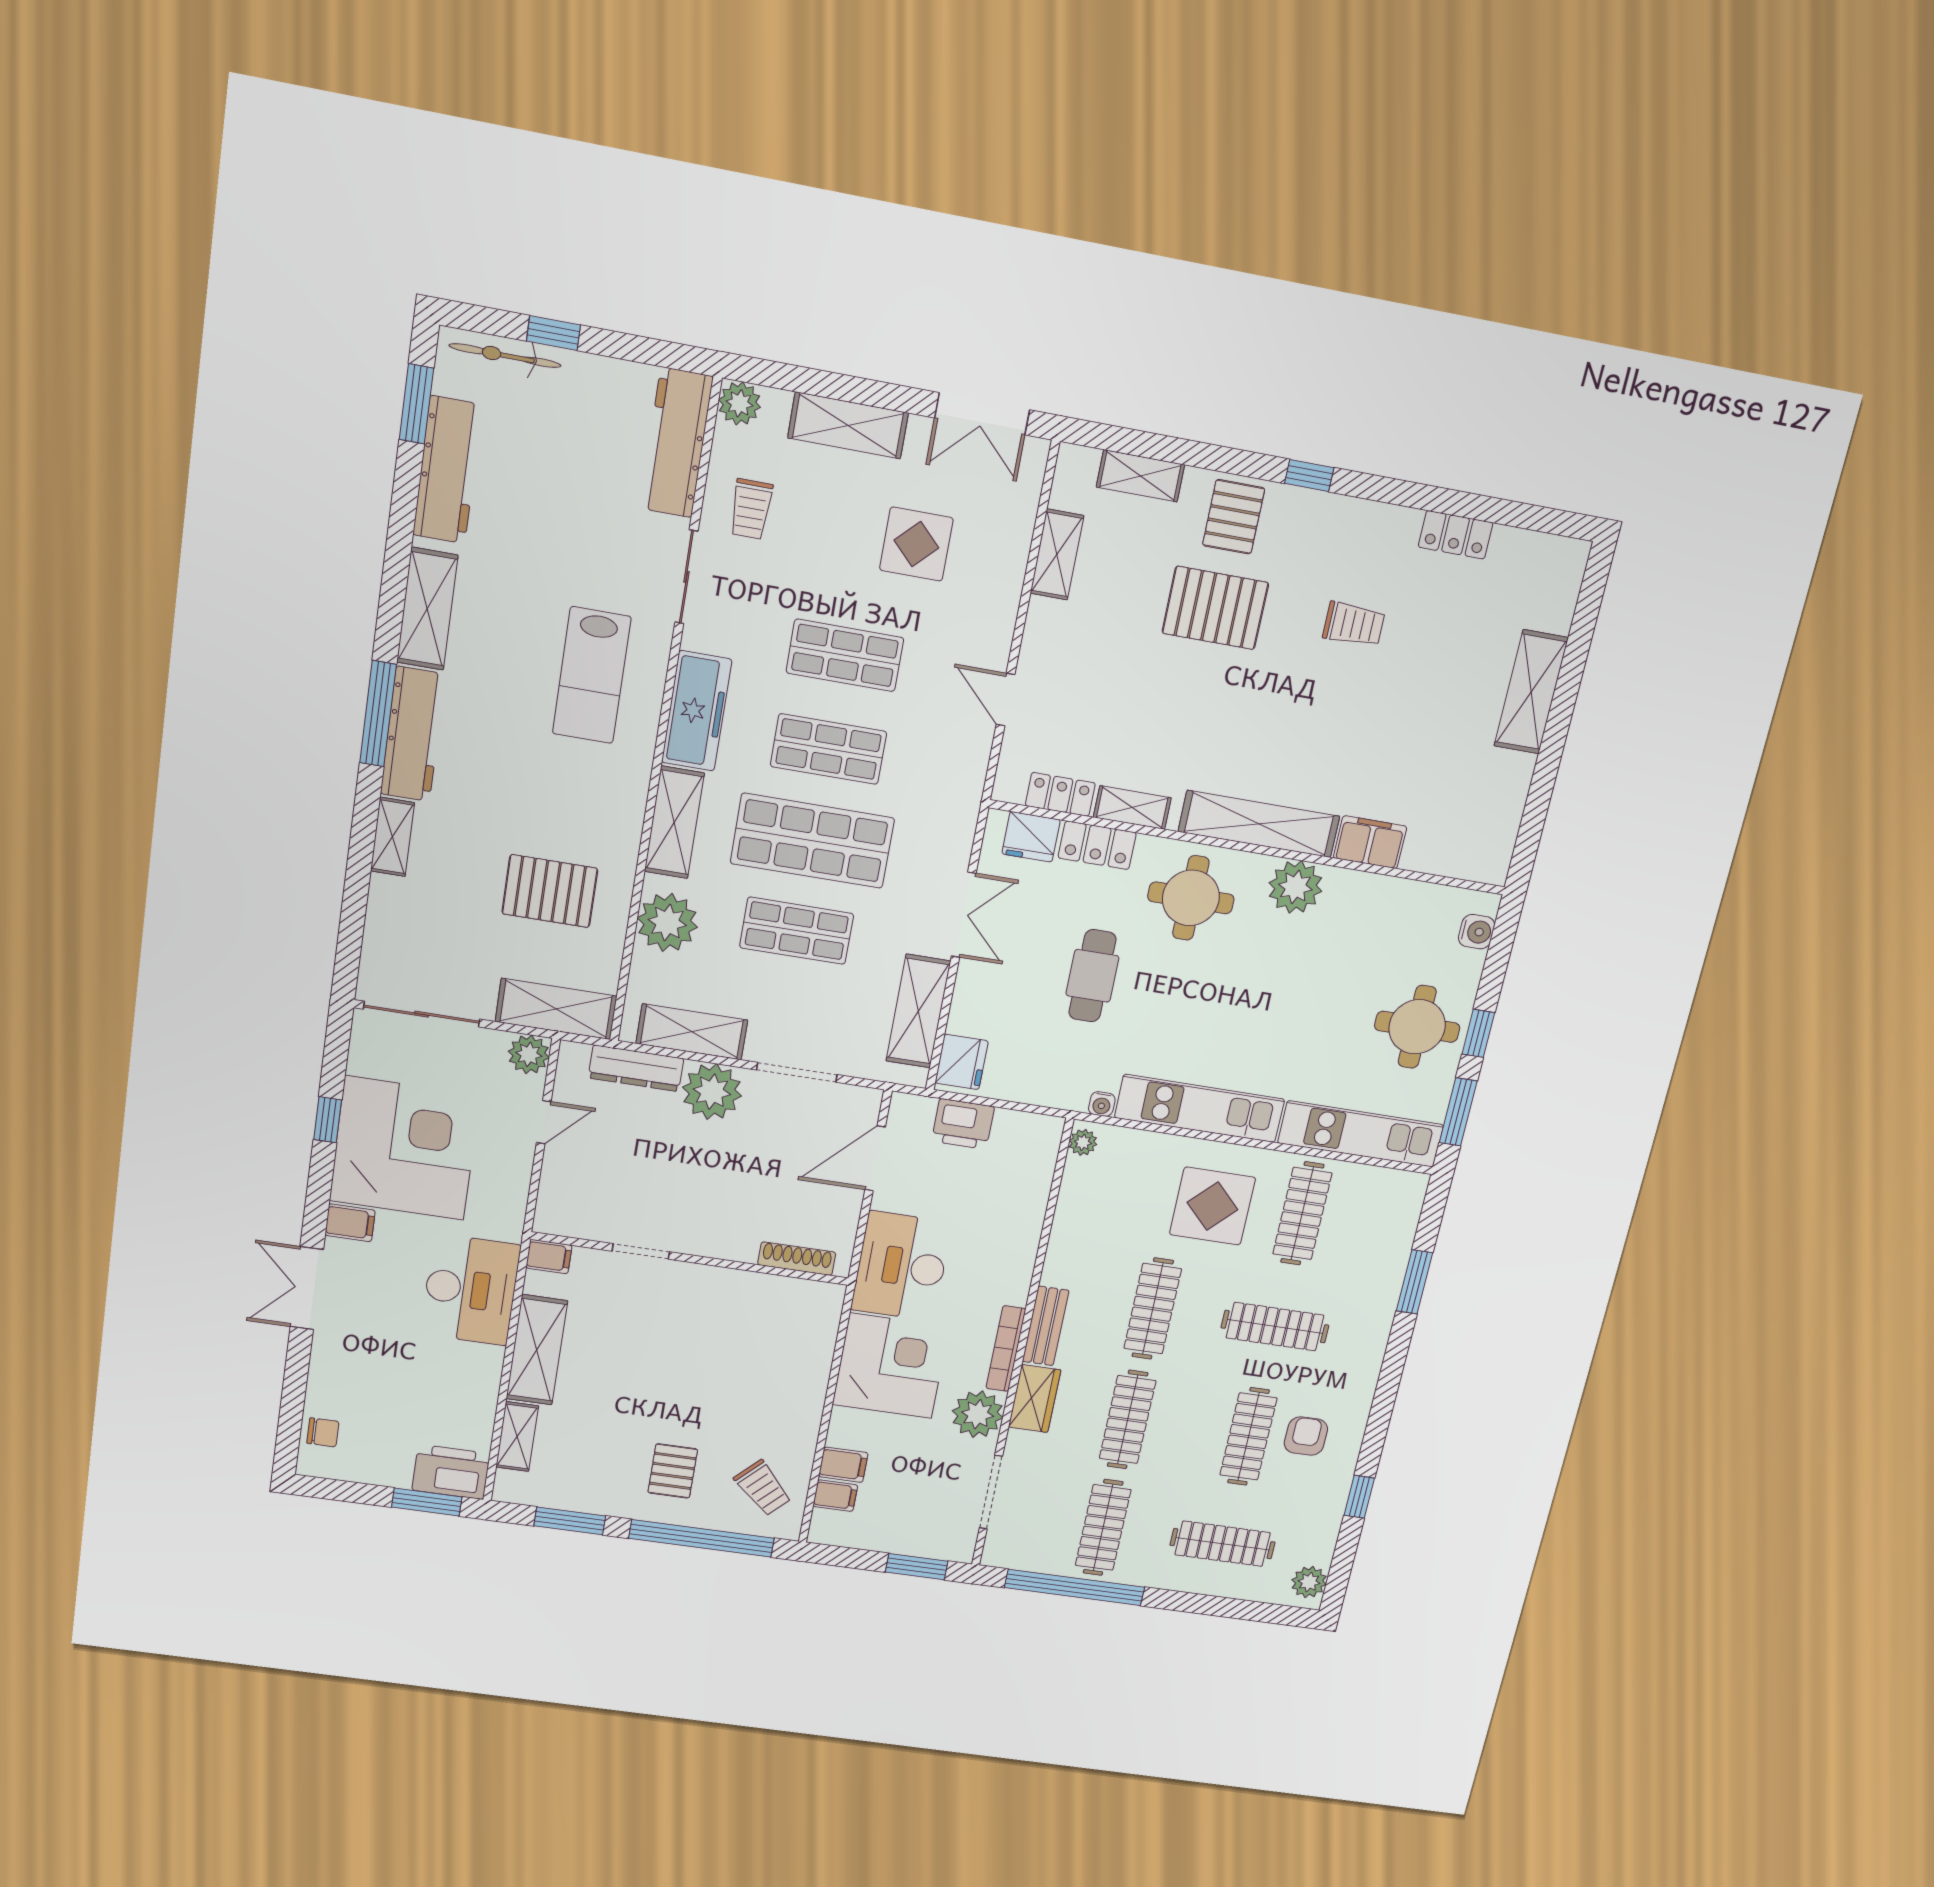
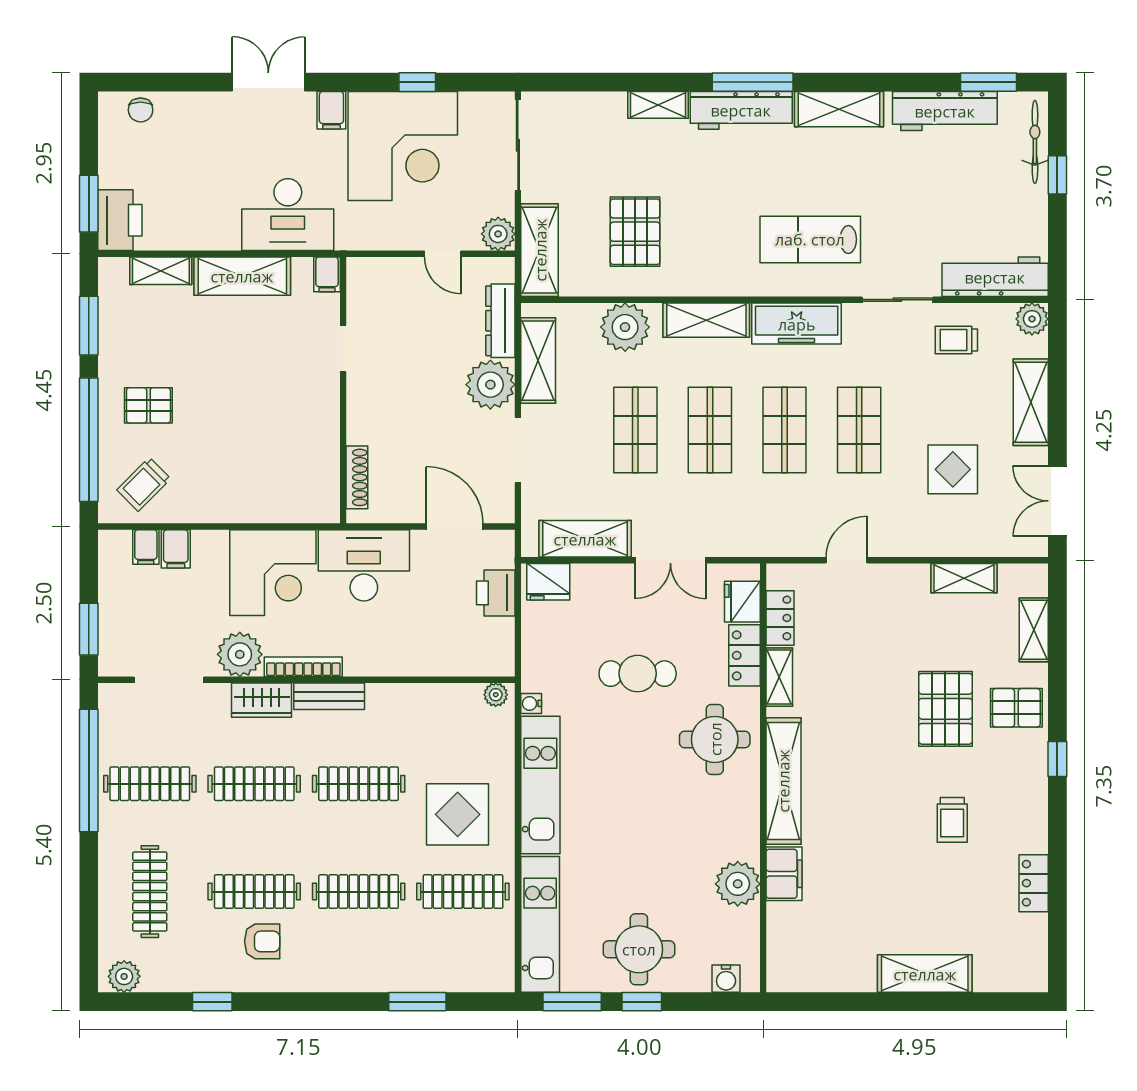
shop shelf: (812, 841) -> (710, 430), width x0.70, depth x0.74
plant: (1295, 887) -> (738, 884), moved
clothes rail: (1275, 1327) -> (359, 892), turned 90

